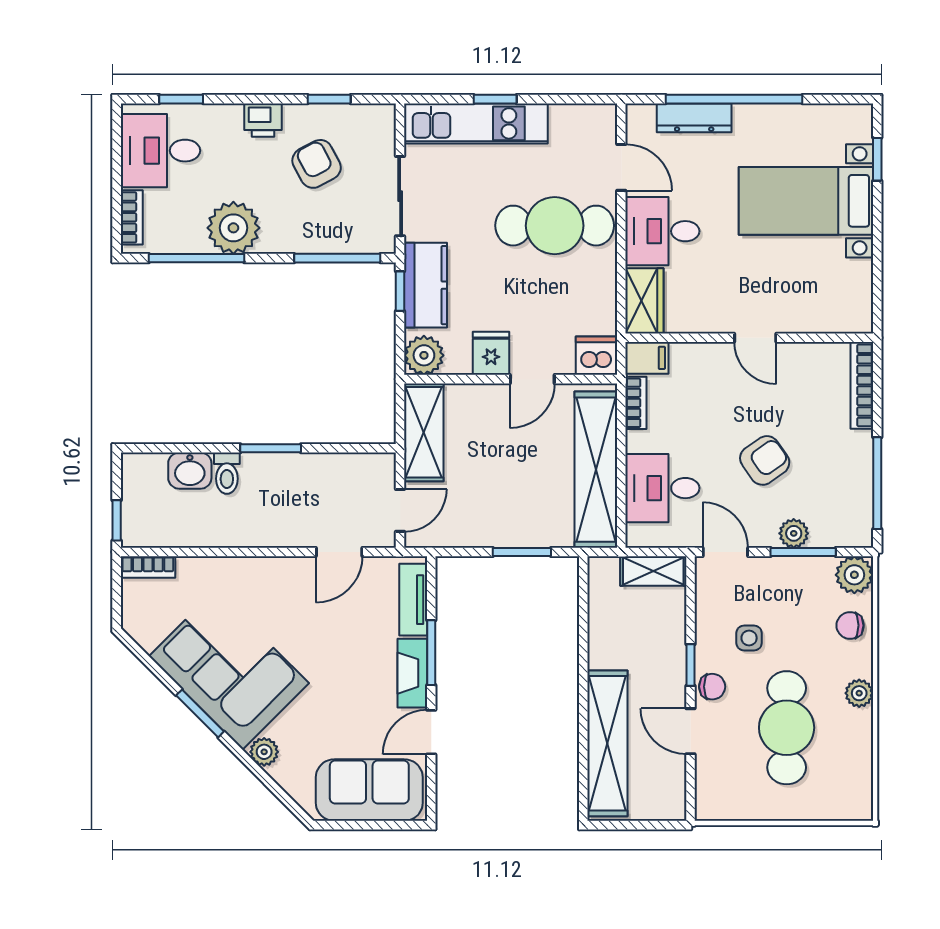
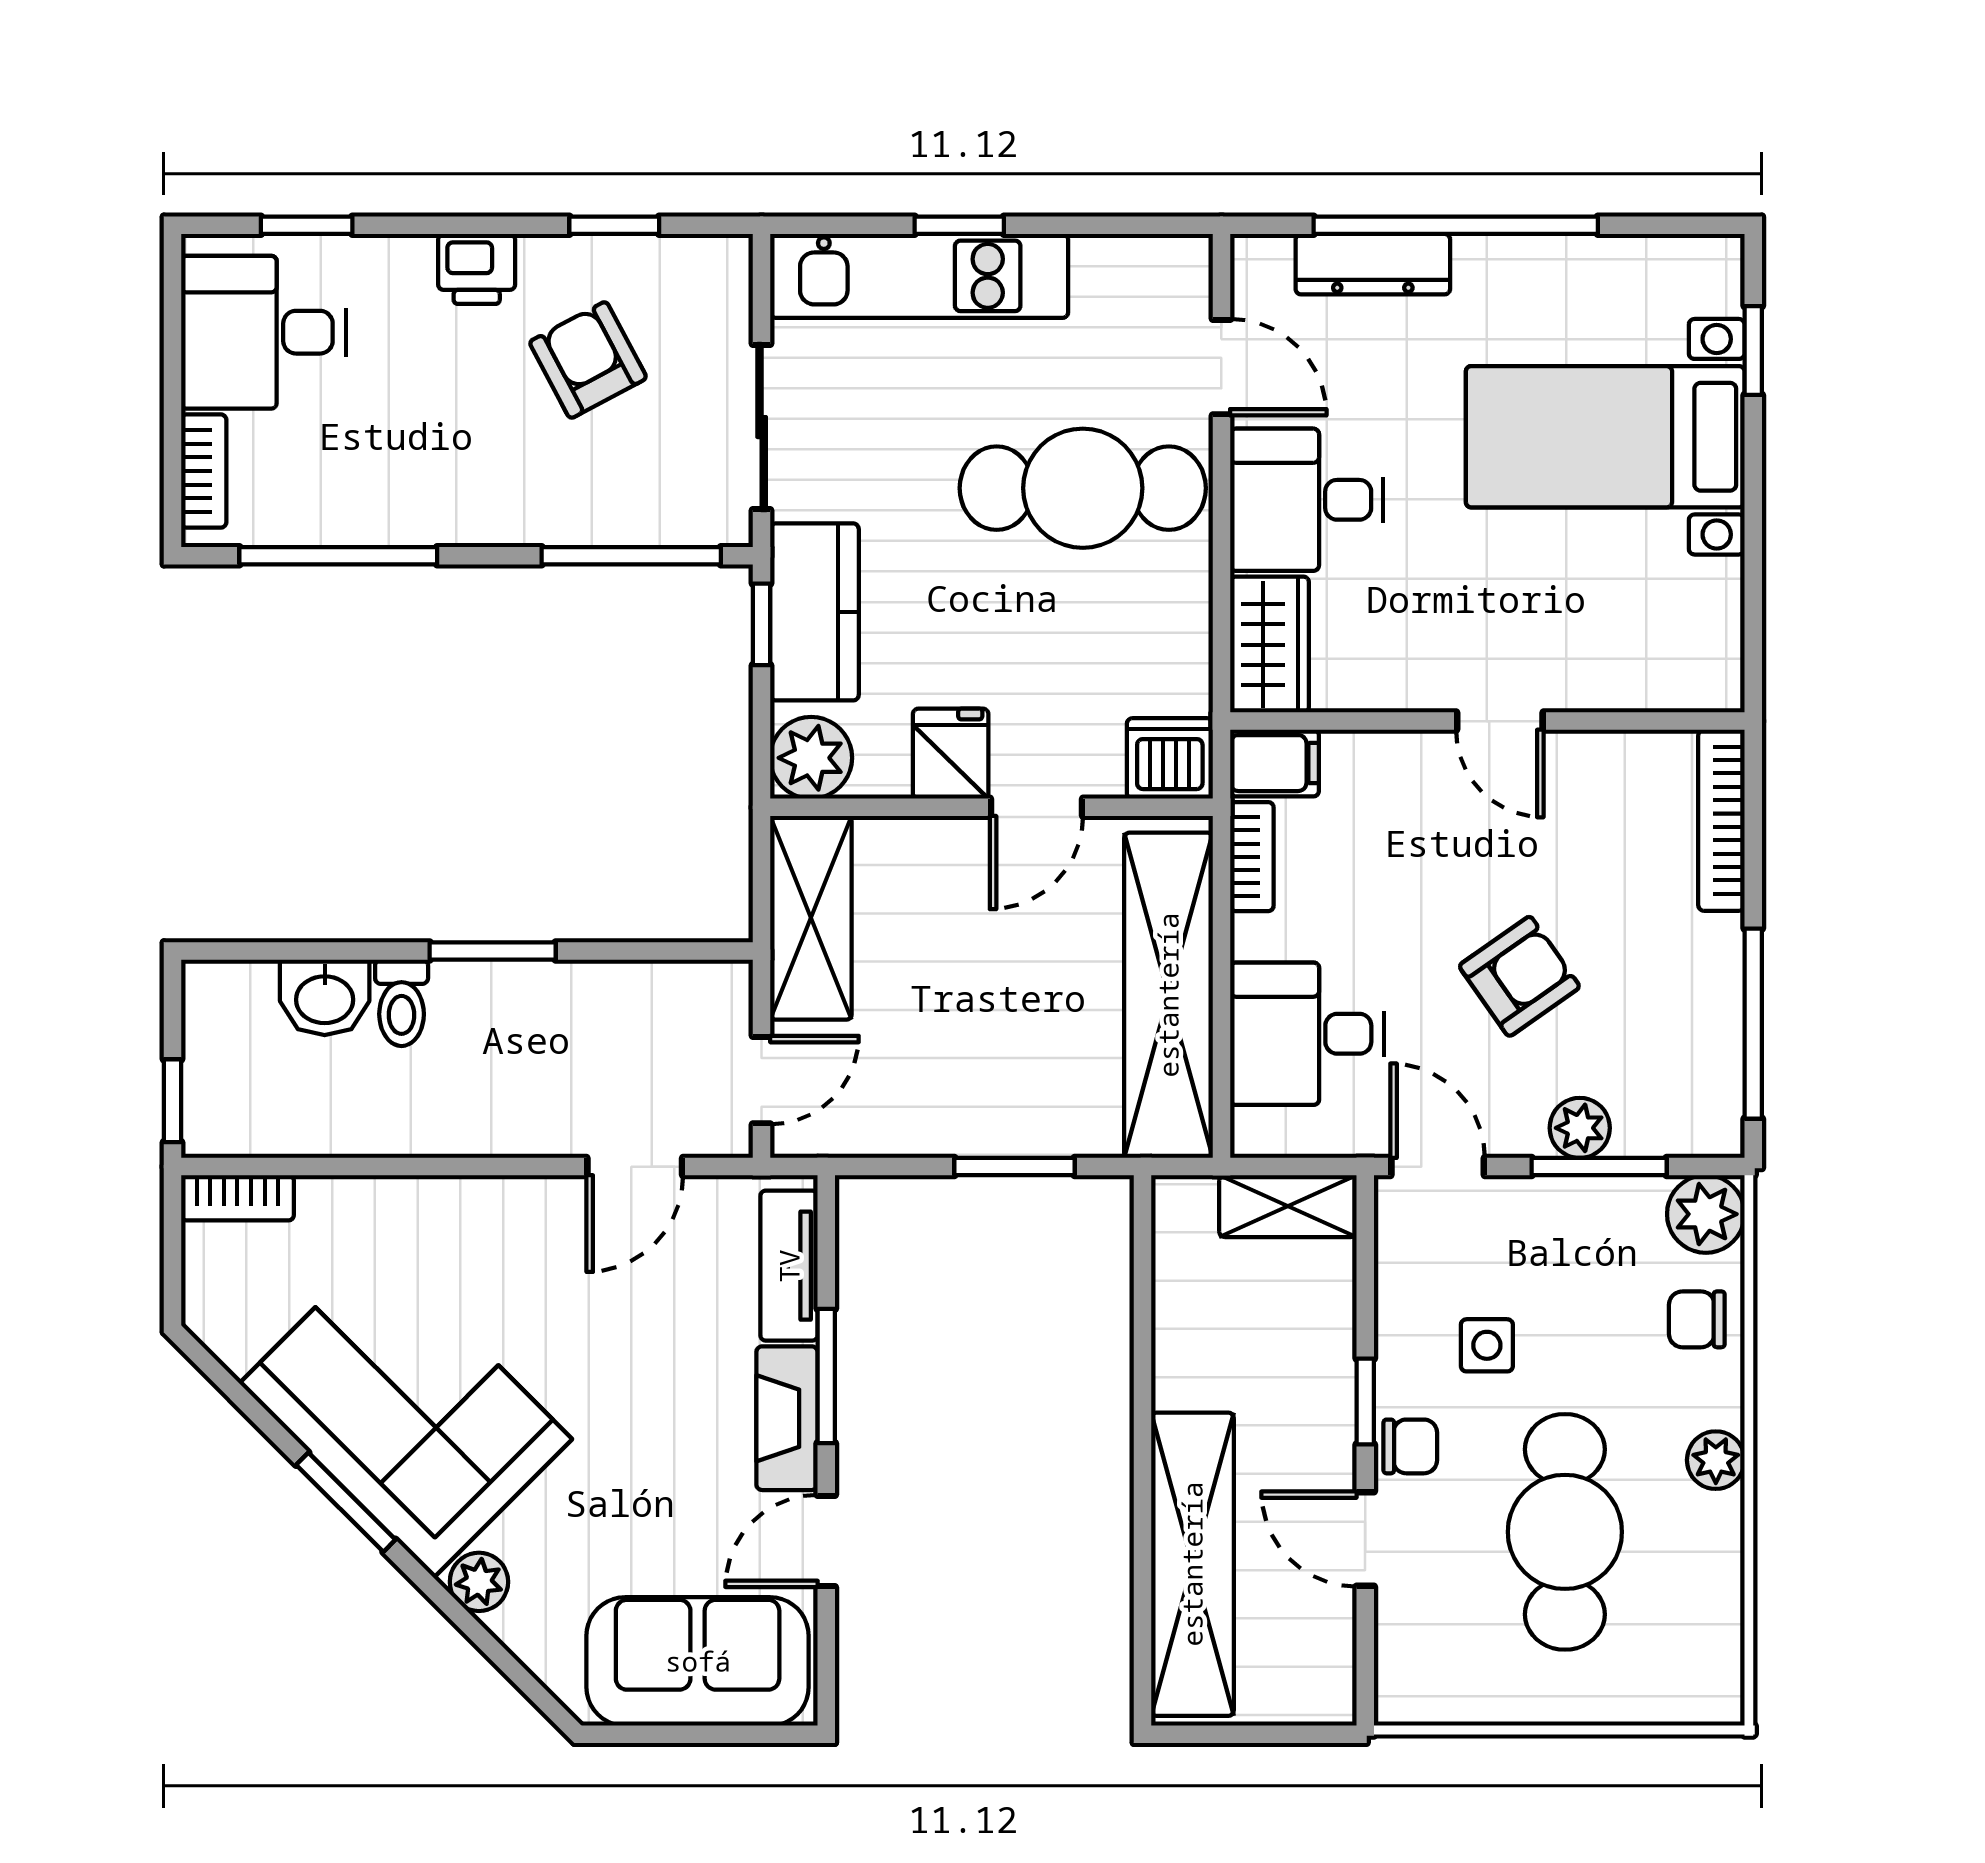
plant: (233, 228) -> (415, 493), removed

